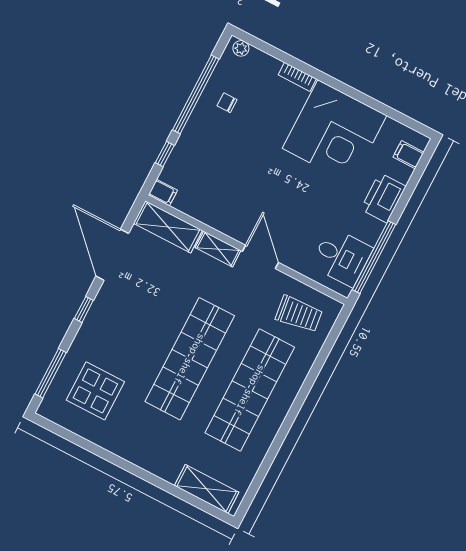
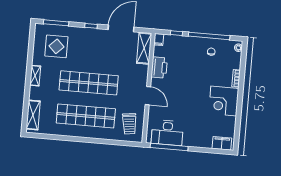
corner desk: (334, 132) -> (224, 101), width x0.74, depth x0.74
filing cabinet: (408, 155) -> (222, 143), width x2.00
printer: (383, 198) -> (159, 67), moved, turned 90
shelving: (218, 249) -> (35, 76), moved
door: (260, 257) -> (148, 96), hinge flipped
desk: (342, 257) -> (167, 133), width x1.37

